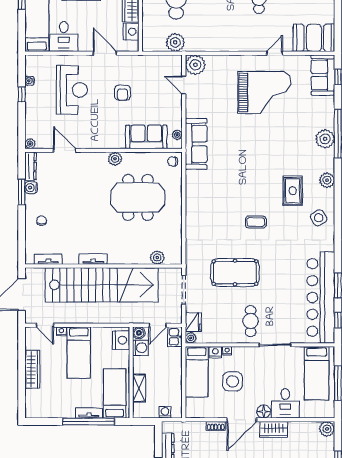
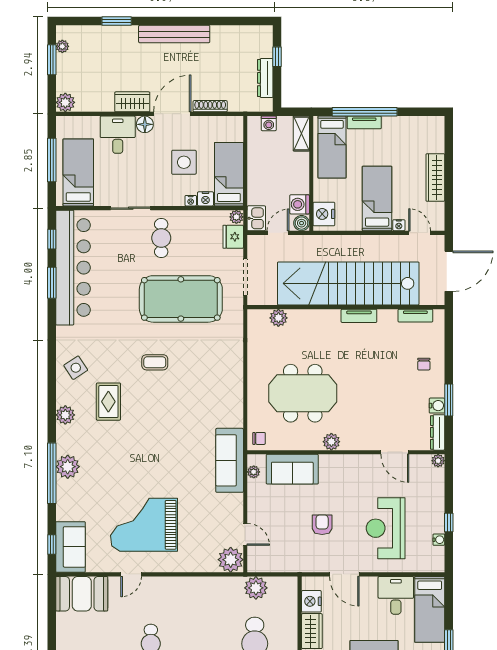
pool table: (235, 273) -> (181, 299), width x1.36, depth x1.32
shelving: (139, 388) -> (301, 134), moved
shoe rack: (216, 426) -> (210, 106), width x1.43

